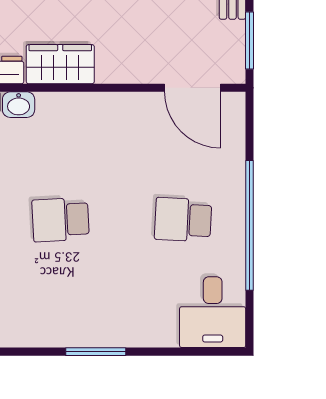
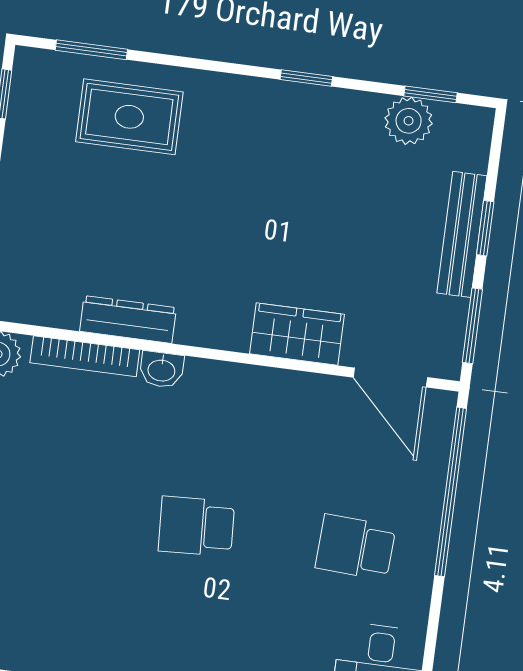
wardrobe: (60, 64) -> (297, 334), moved
window: (250, 225) -> (451, 492), moved

